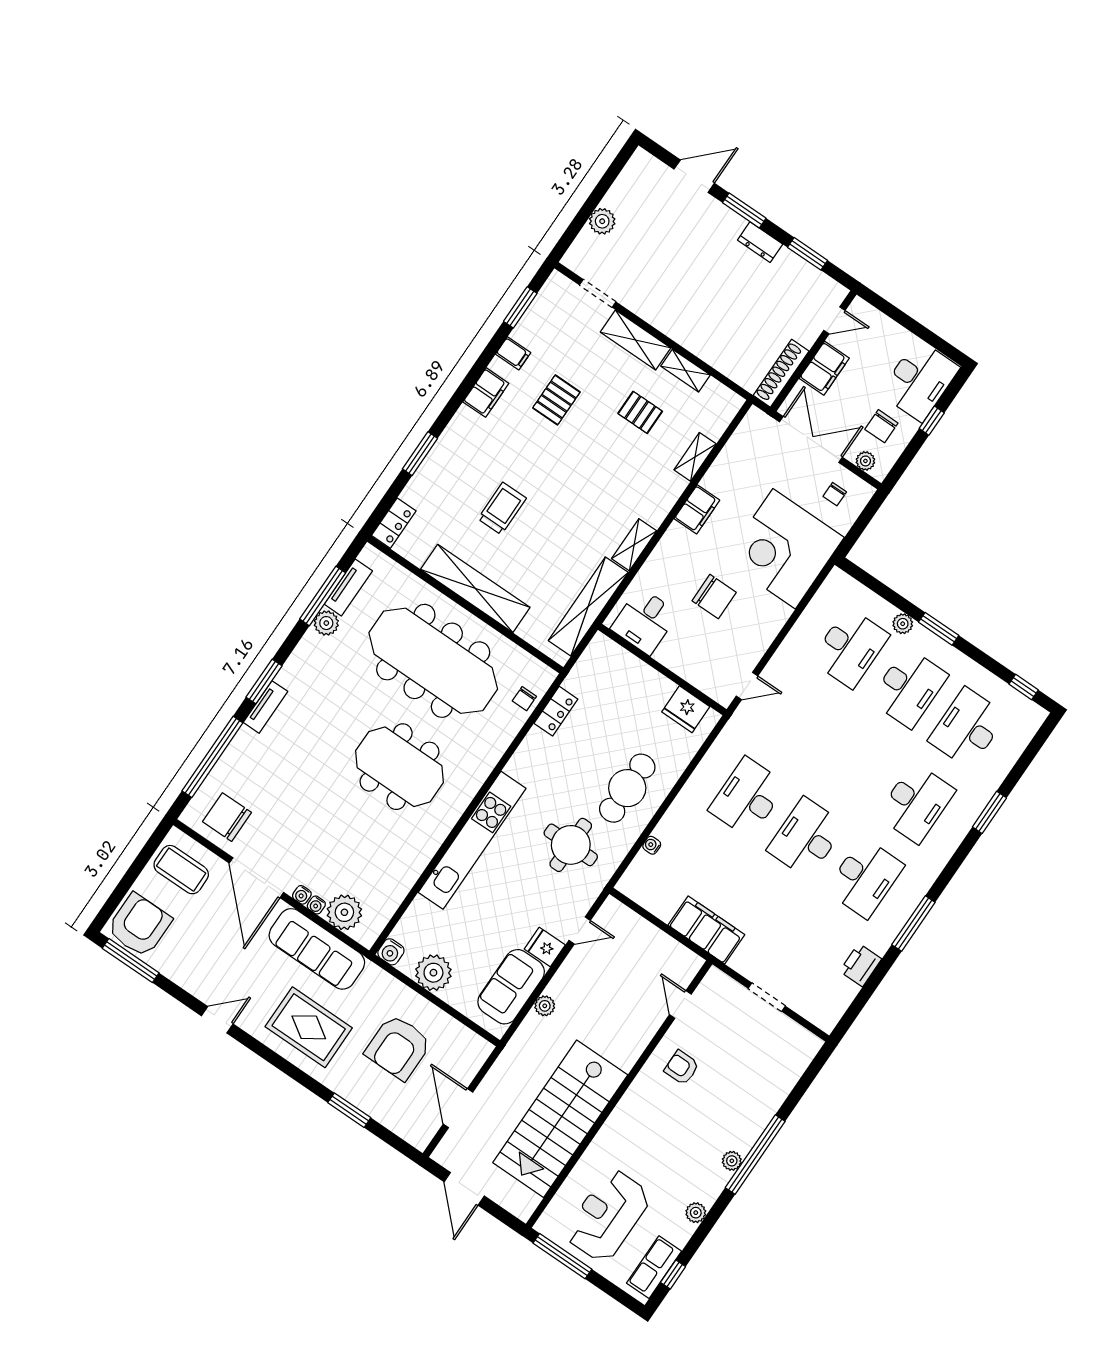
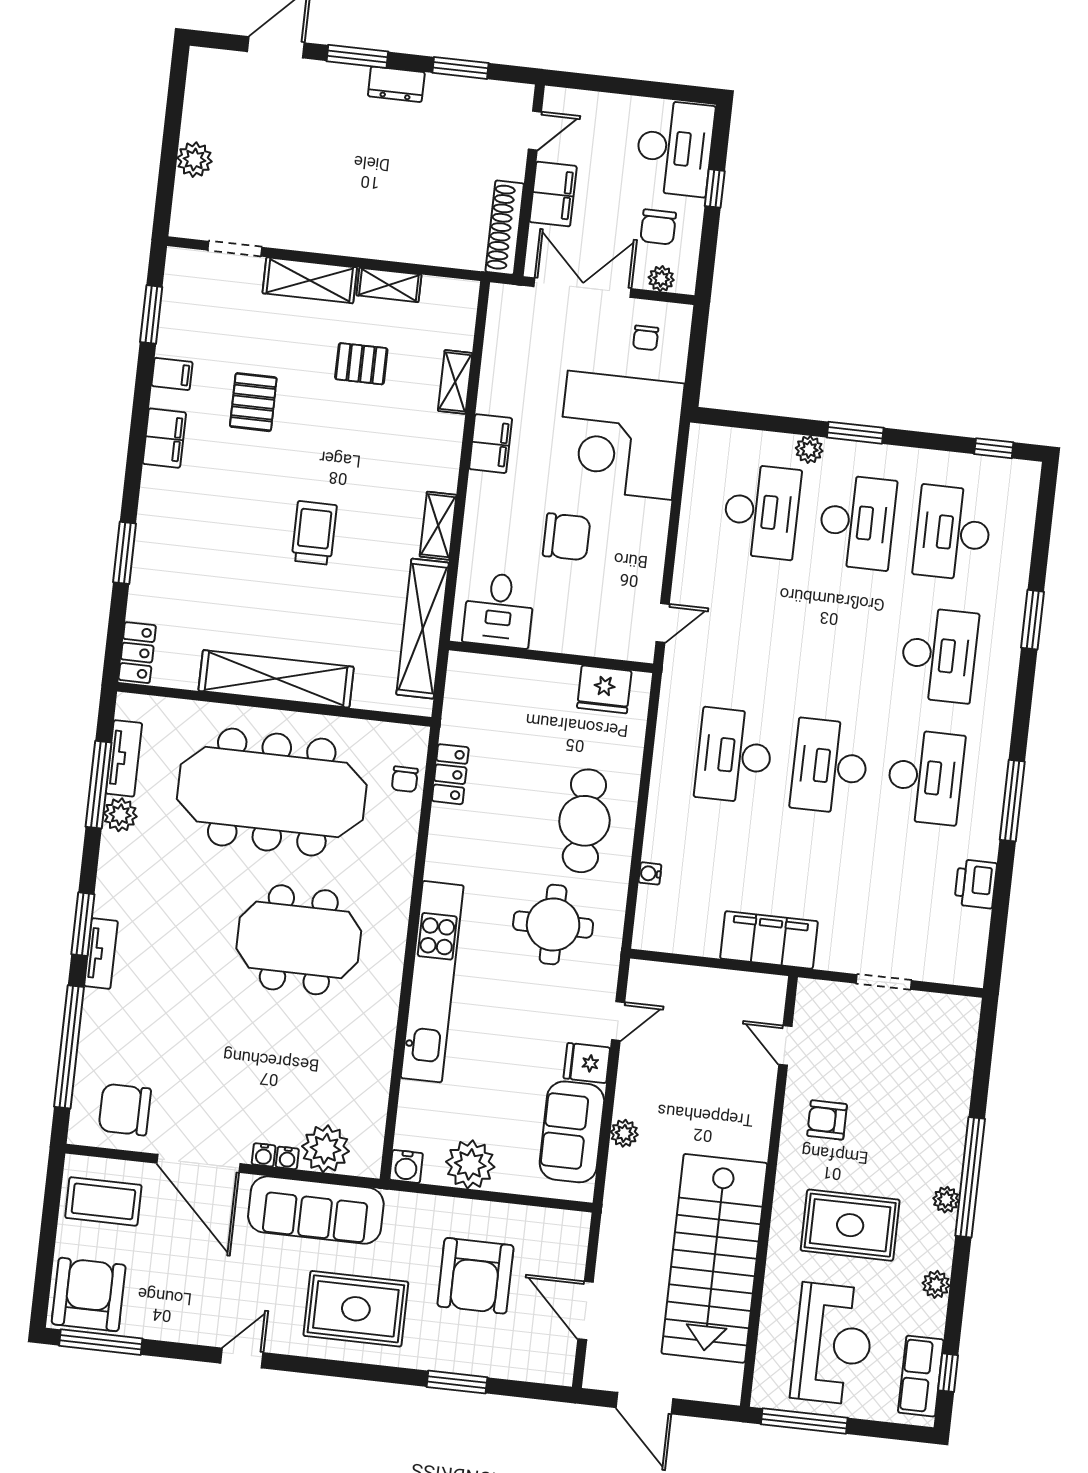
trolley: (502, 509) -> (314, 533), moved
rug: (660, 1144) -> (850, 1225), added
reception desk: (608, 1216) -> (833, 1344), turned 180

